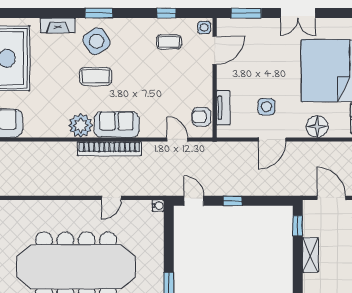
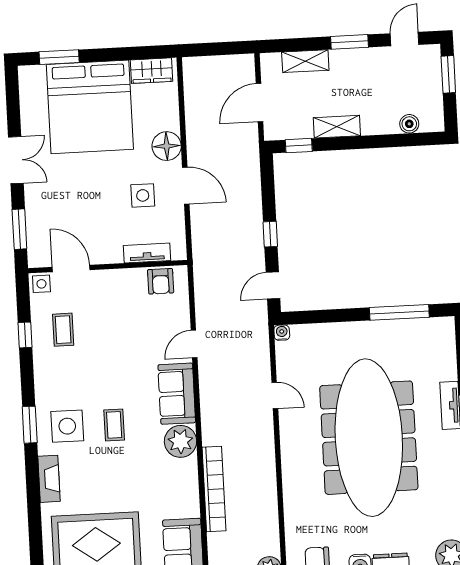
side table: (97, 41) -> (67, 426), turned 33
coffee table: (96, 76) -> (114, 425), width x0.73, depth x0.77
floor lamp: (317, 127) -> (167, 146), moved
door: (177, 139) -> (194, 344), moved
bookcase: (109, 149) -> (214, 489), moved

